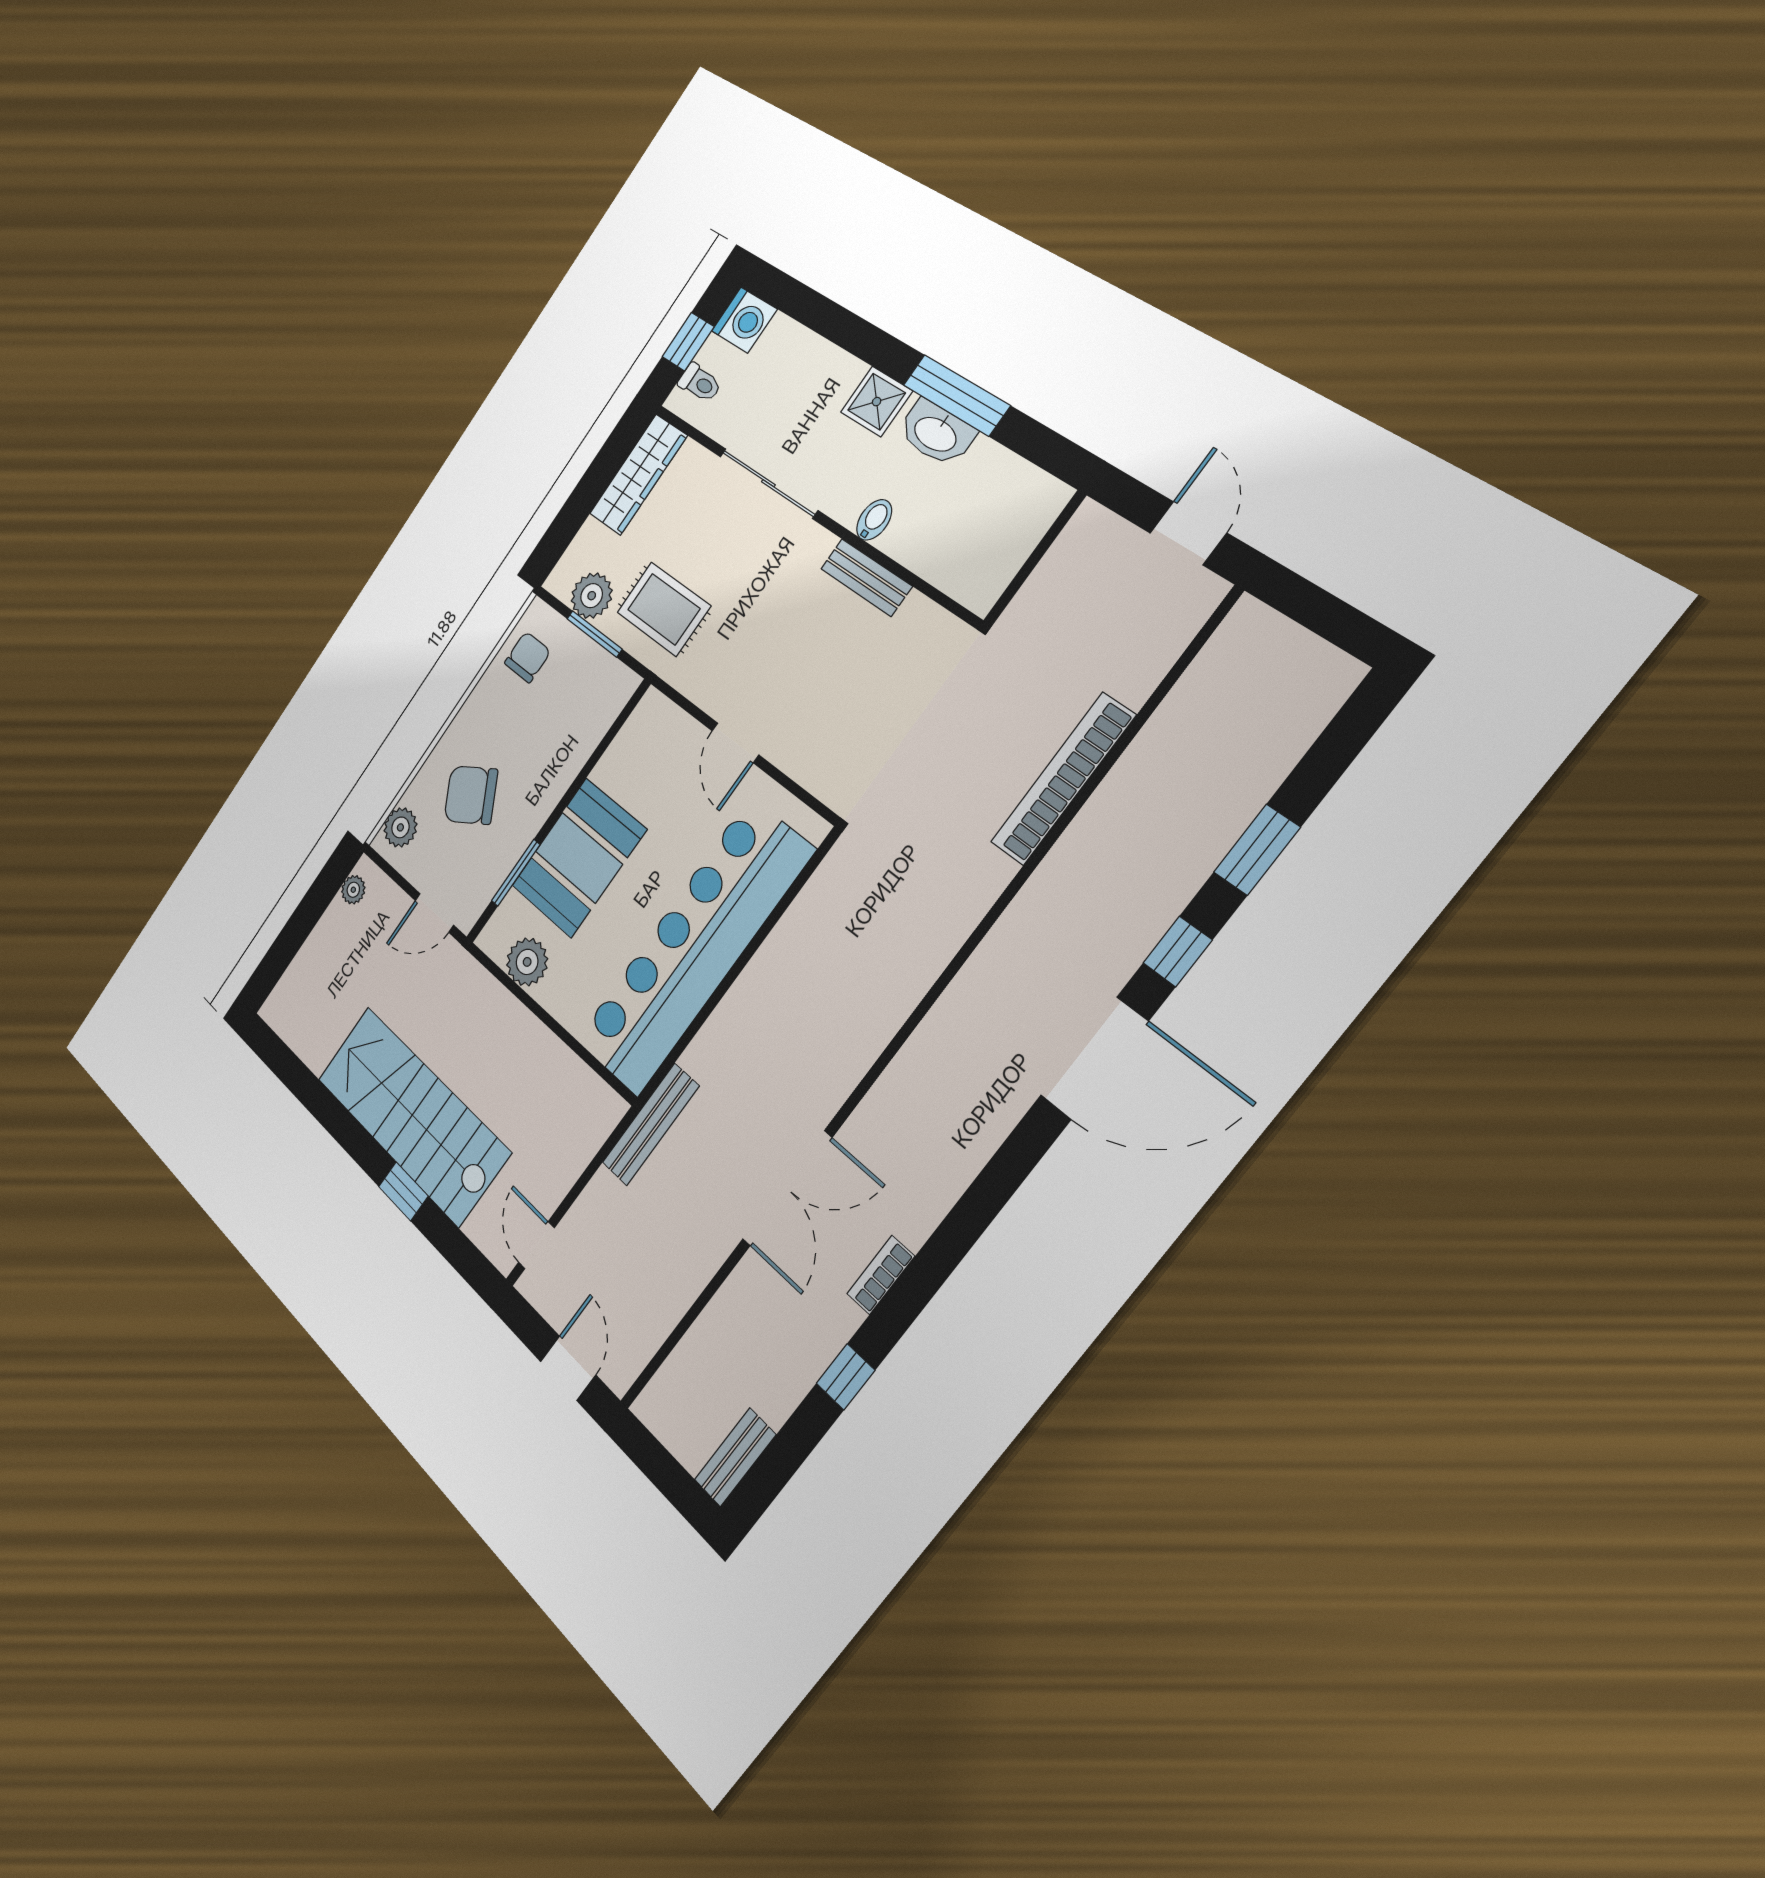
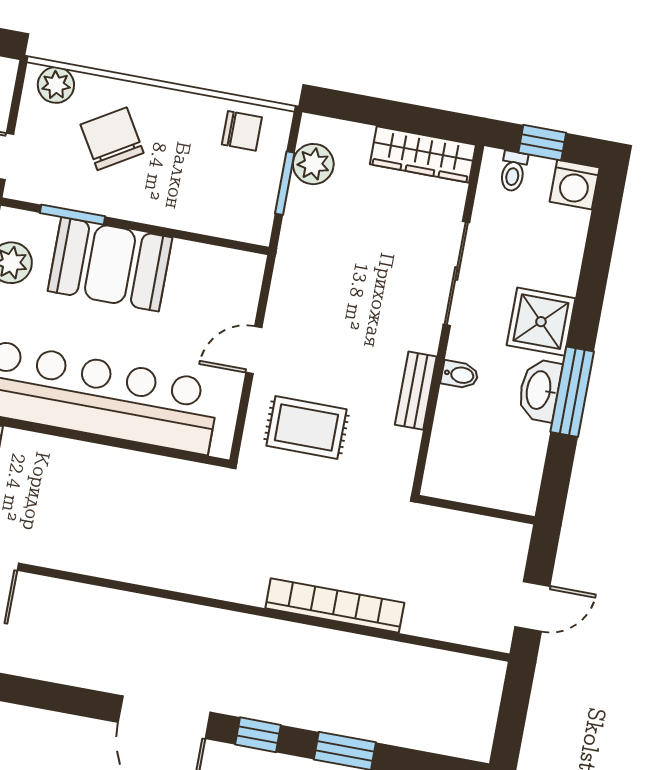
shower: (877, 402) -> (541, 322), width x1.36, depth x1.36
rug: (664, 609) -> (306, 427), moved, turned 90

